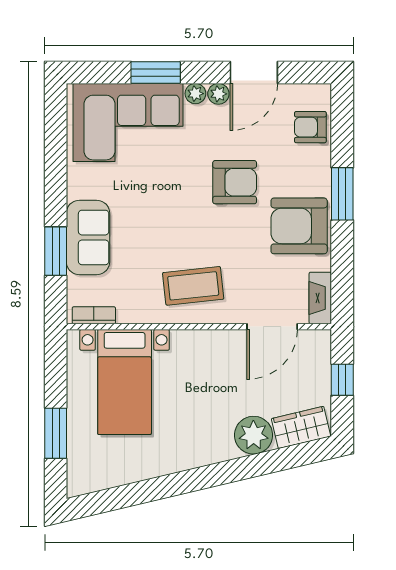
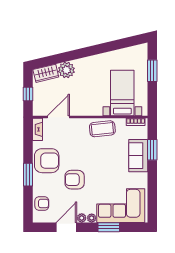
coffee table: (193, 286) -> (102, 129), moved

